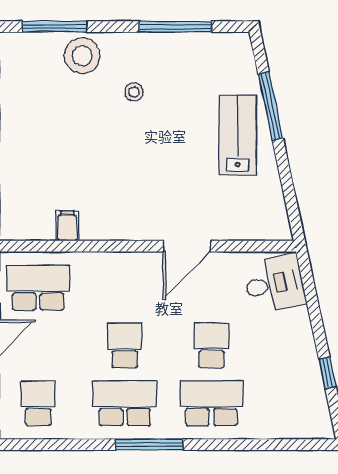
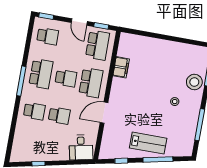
window: (288, 188) -> (121, 161), added
filing cabinet: (67, 226) -> (121, 67), width x2.00
door: (187, 246) -> (104, 113), hinge flipped
school desk: (125, 288) -> (91, 83), added
school desk: (211, 403) -> (34, 111), width x0.54

